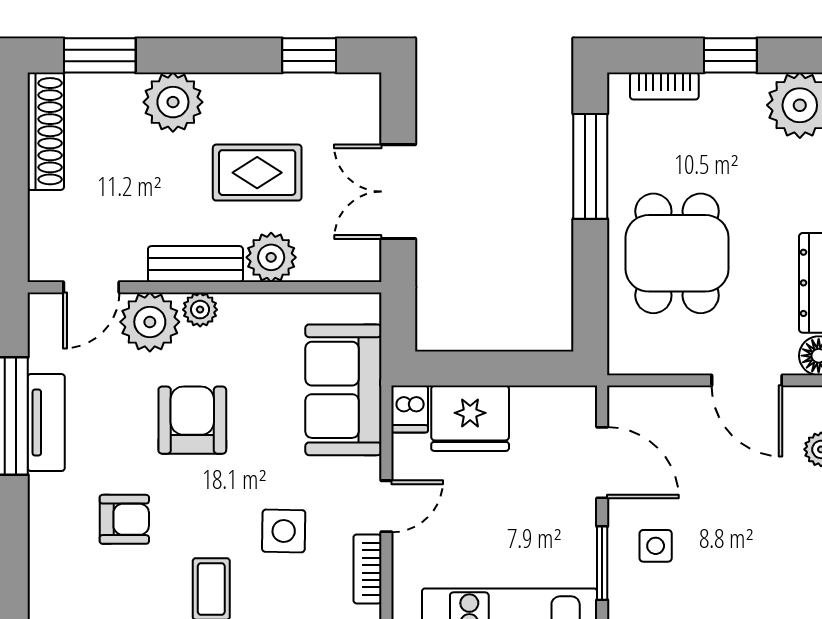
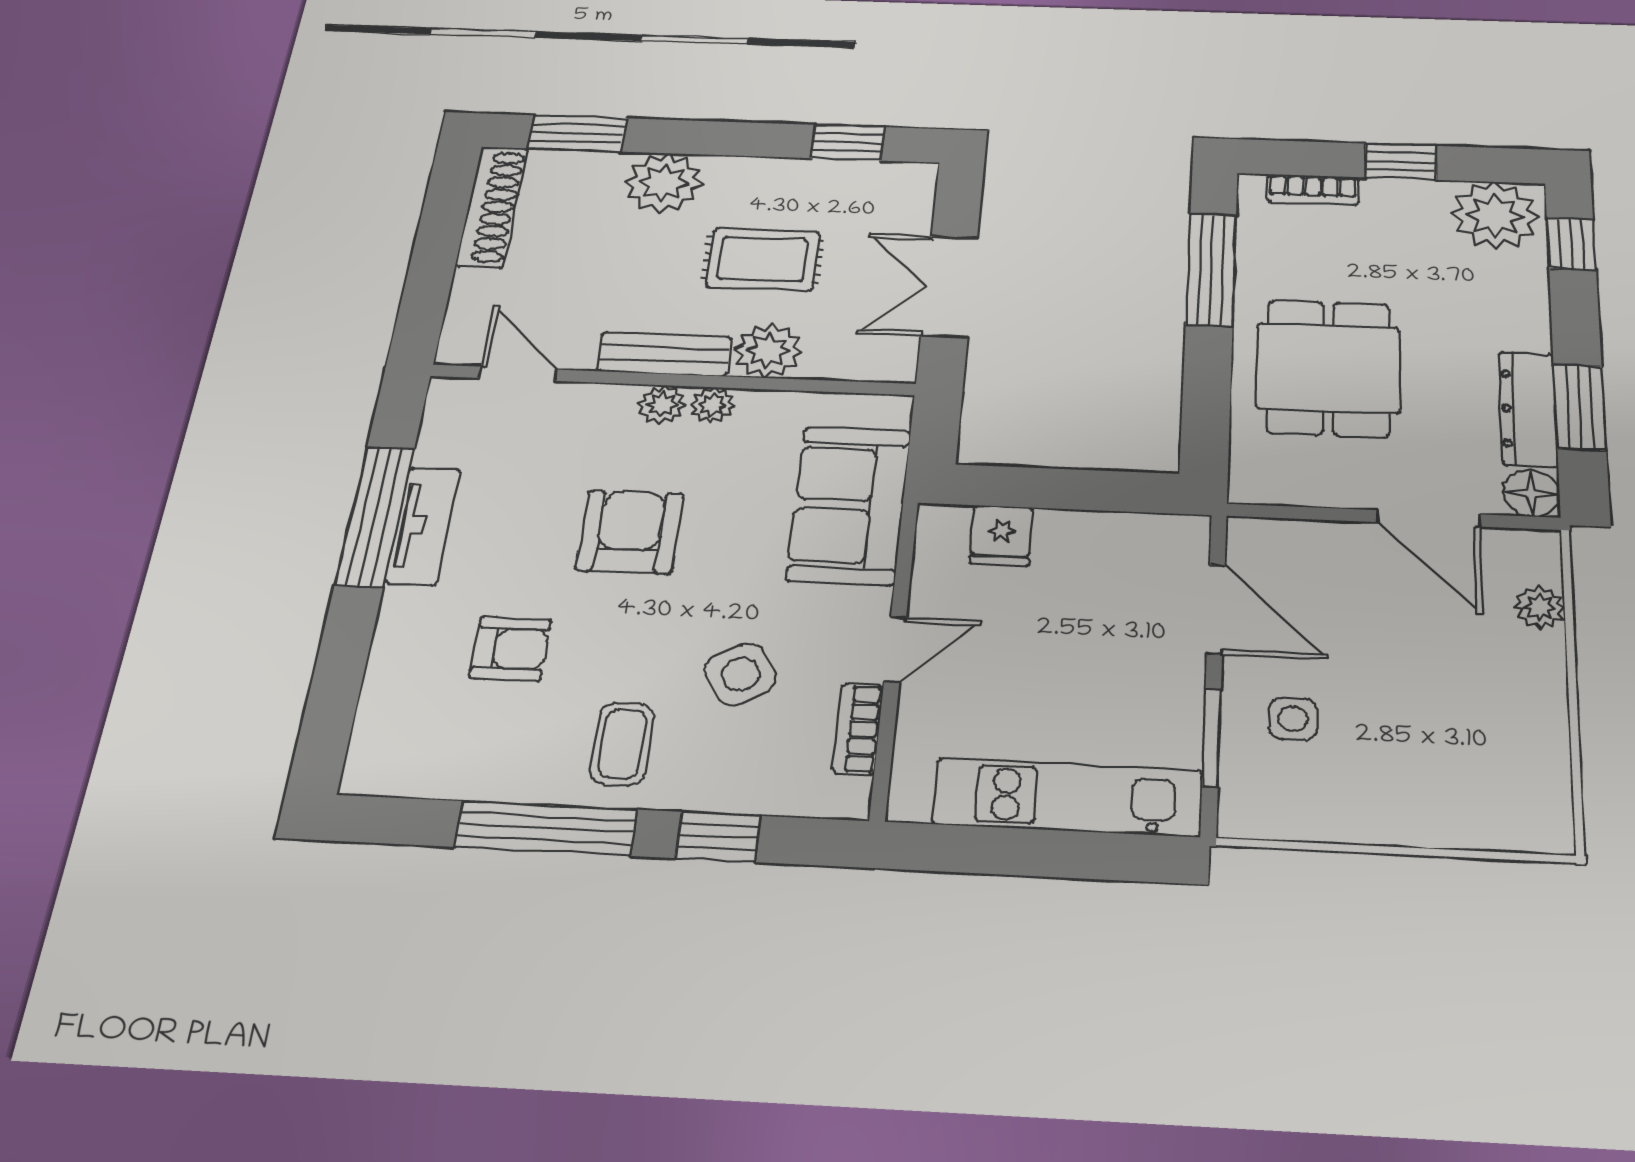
door: (91, 287) -> (518, 374), swing flipped
plant: (150, 322) -> (712, 405), moved, width x0.53, depth x0.53
dishwasher: (410, 409) -> (941, 532), removed
fridge: (470, 418) -> (1001, 536), width x0.53, depth x0.75
side table: (284, 531) -> (740, 674), turned -32

